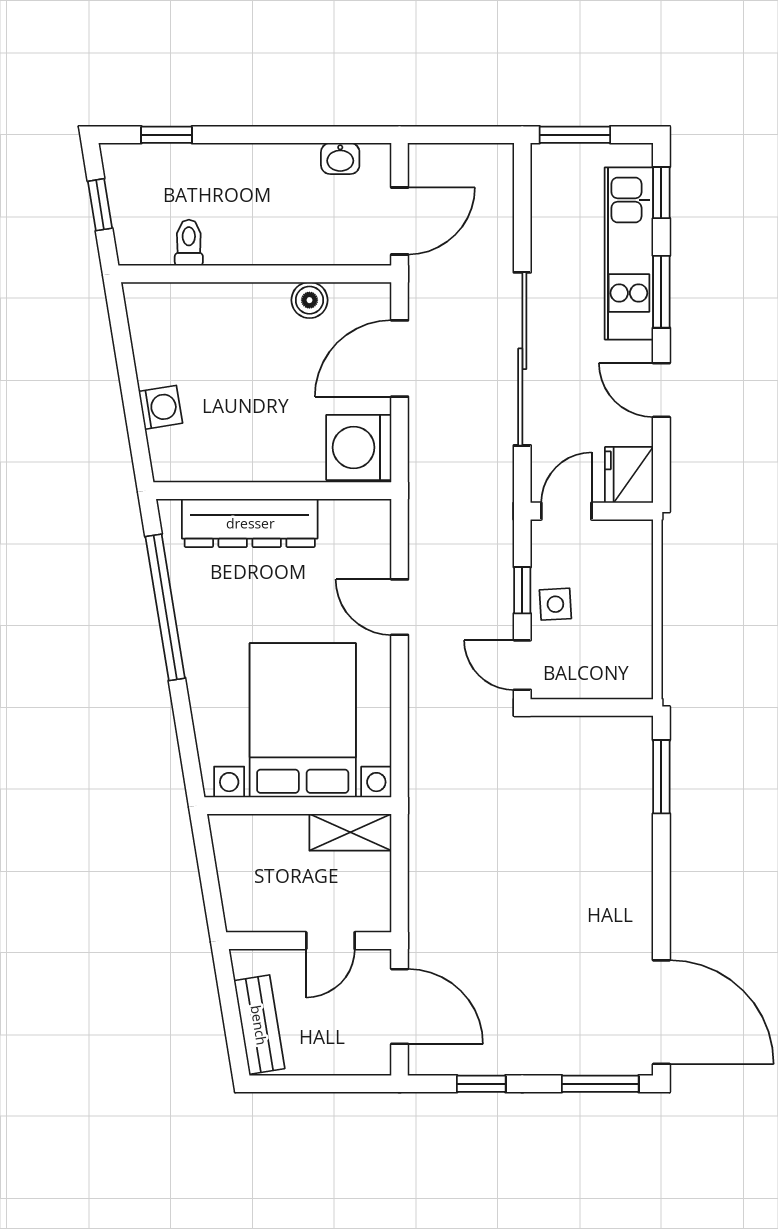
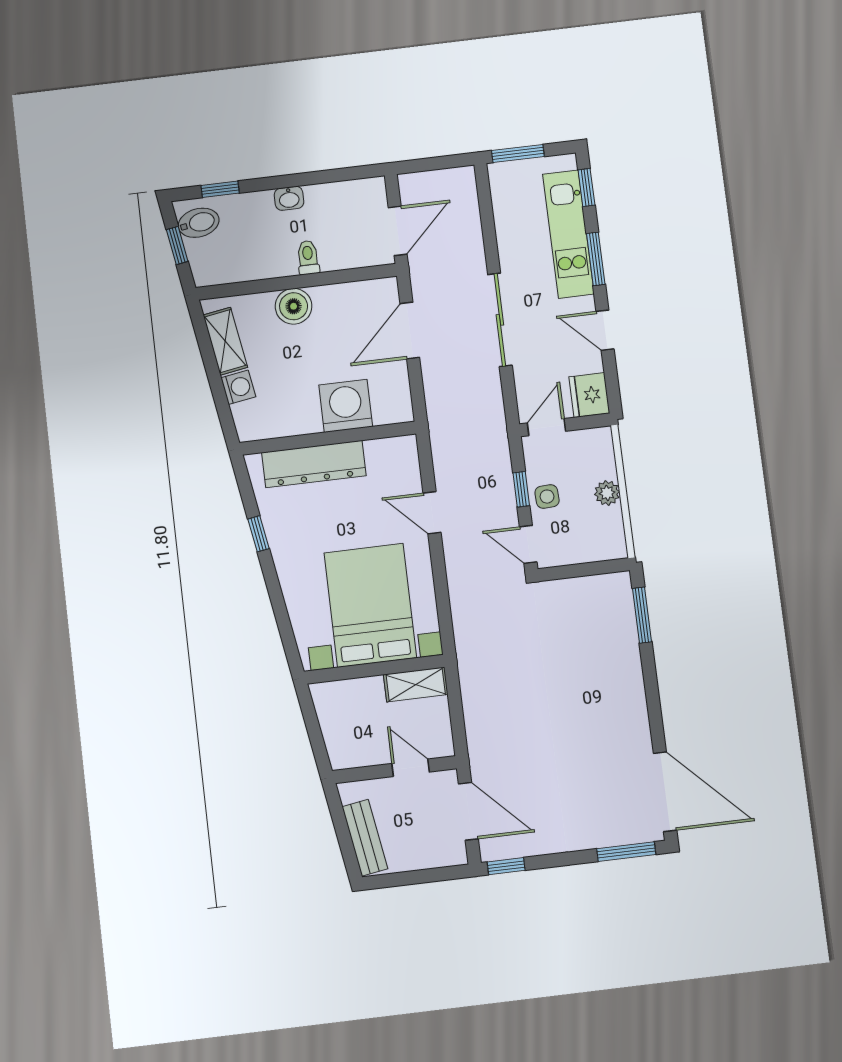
washbasin: (340, 159) -> (289, 198), moved
bidet: (132, 177) -> (199, 223), added
toilet: (189, 243) -> (308, 258), moved
boiler: (309, 300) -> (294, 306), moved, width x1.36, depth x1.36
shelving: (150, 343) -> (225, 341), added
sliding door: (522, 359) -> (500, 320), width x0.73
washing machine: (359, 447) -> (346, 406), moved, turned 90
window: (165, 607) -> (259, 534), width x0.32
plant: (636, 609) -> (607, 493), added
door: (330, 941) -> (411, 768), swing flipped
window: (481, 1084) -> (506, 866), moved

